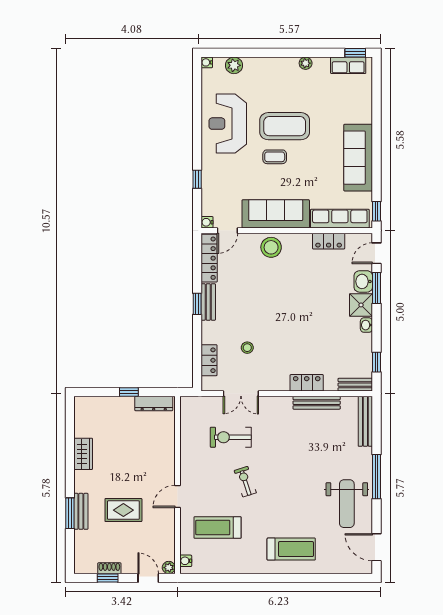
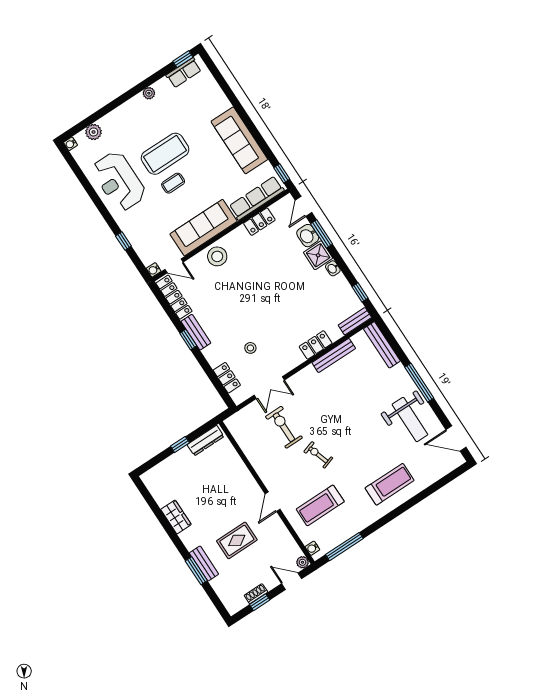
door: (227, 231) -> (174, 266), hinge flipped
exercise bike: (231, 437) -> (284, 427), turned 90
window: (215, 578) -> (344, 547), added

